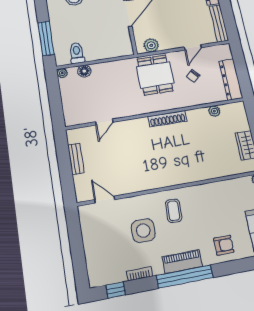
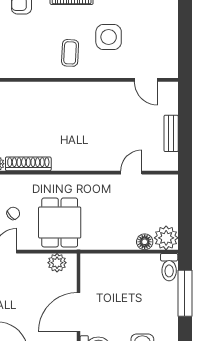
toilet: (77, 53) -> (169, 267), moved
plant: (62, 73) -> (166, 238), width x1.88, depth x1.88
shoe rack: (167, 119) -> (28, 164), moved

